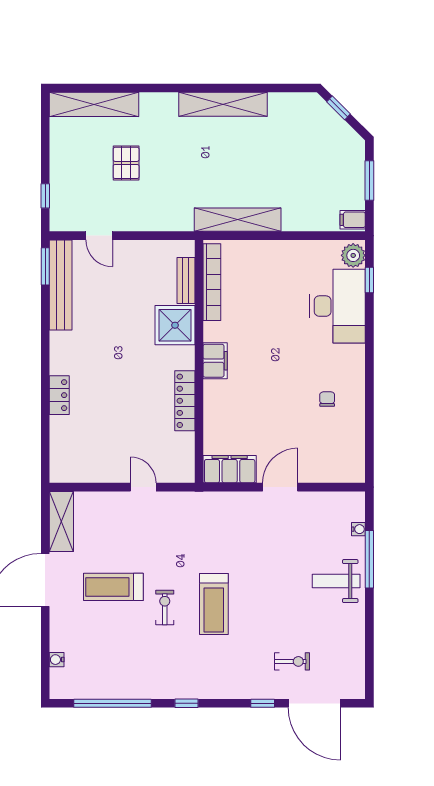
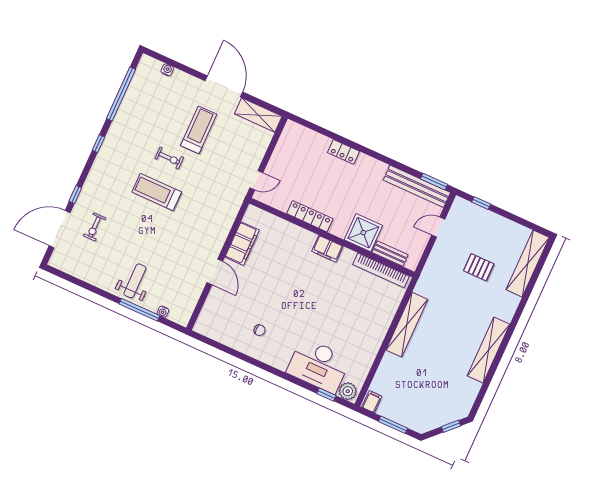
bench: (186, 281) -> (390, 254), moved
bookcase: (212, 282) -> (381, 270), moved
shower: (175, 325) -> (363, 233), moved
wall: (199, 361) -> (332, 238), moved
filing cabinet: (215, 361) -> (327, 249), moved
locker: (185, 401) -> (310, 216), moved

